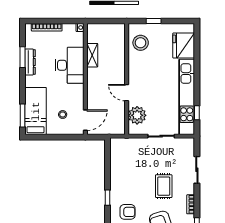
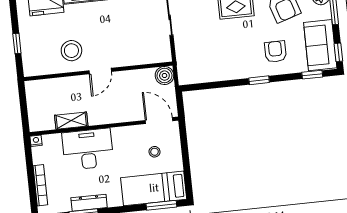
stool: (141, 43) -> (71, 51), moved
door: (127, 93) -> (100, 71), moved
plant: (137, 115) -> (145, 52), removed
boiler: (118, 128) -> (164, 76), added

